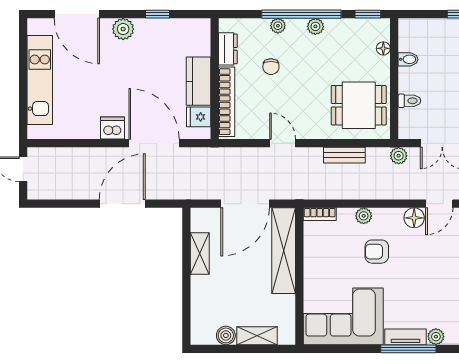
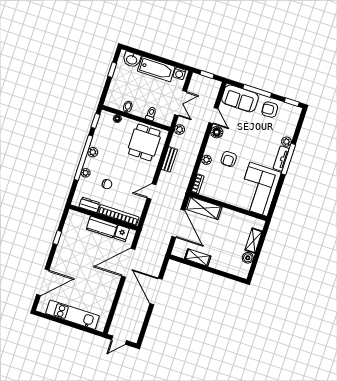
plant: (123, 29) -> (59, 259), removed
dishwasher: (113, 128) -> (112, 283), removed
shelving: (284, 251) -> (204, 208), width x0.68

